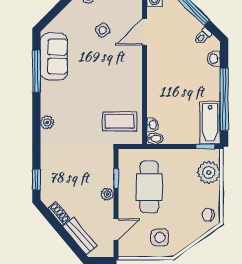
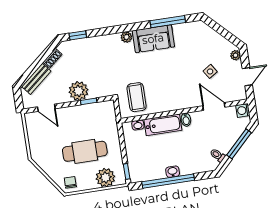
sofa: (54, 56) -> (153, 39), moved
washbasin: (214, 59) -> (173, 172), moved
bathtub: (210, 123) -> (163, 125), moved, turned 180
bidet: (155, 139) -> (186, 120), moved
cafe table: (149, 187) -> (85, 151), moved
plant: (107, 194) -> (78, 91), width x1.88, depth x1.88
side table: (160, 237) -> (45, 145), removed

